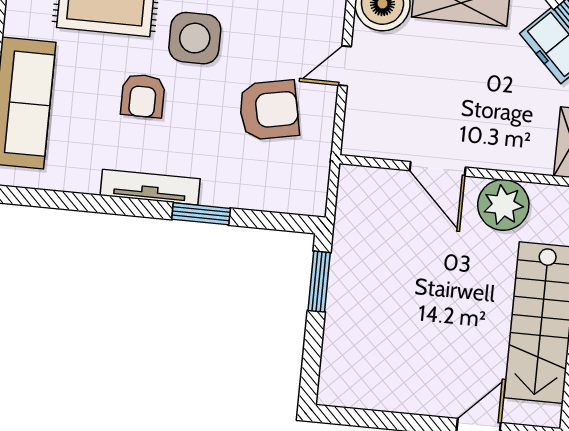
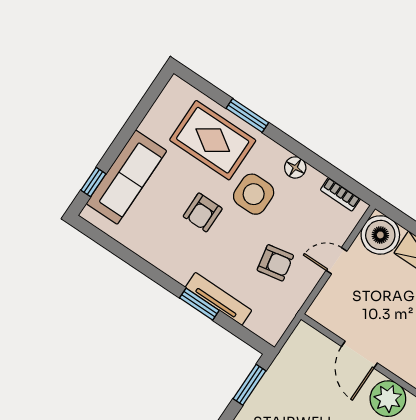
armchair: (269, 110) -> (275, 263), width x0.72, depth x0.72
tv unit: (150, 187) -> (218, 299), moved

